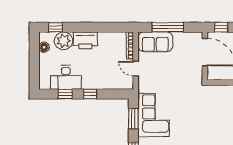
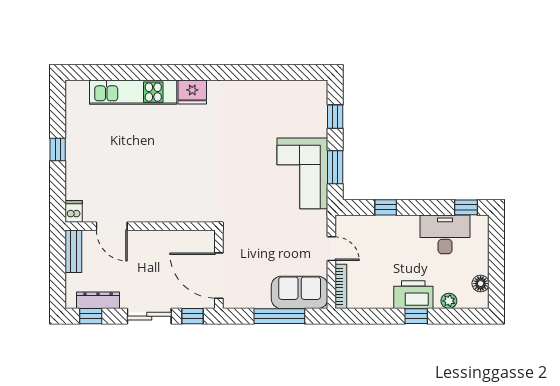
window: (56, 27) -> (416, 316), moved
plant: (64, 41) -> (449, 301), width x0.53, depth x0.53
window: (65, 94) -> (466, 207), moved
window: (90, 94) -> (386, 207), moved

